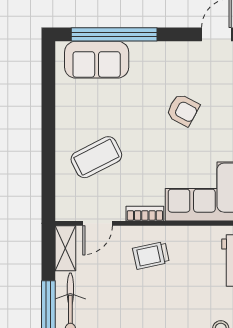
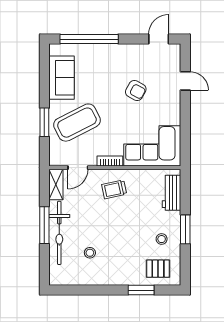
sofa: (97, 60) -> (62, 78), moved, turned -90
window: (48, 157) -> (44, 122), added
coffee table: (96, 157) -> (77, 123), width x1.36, depth x1.32

